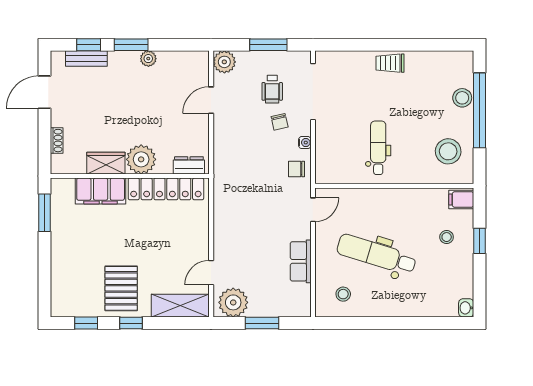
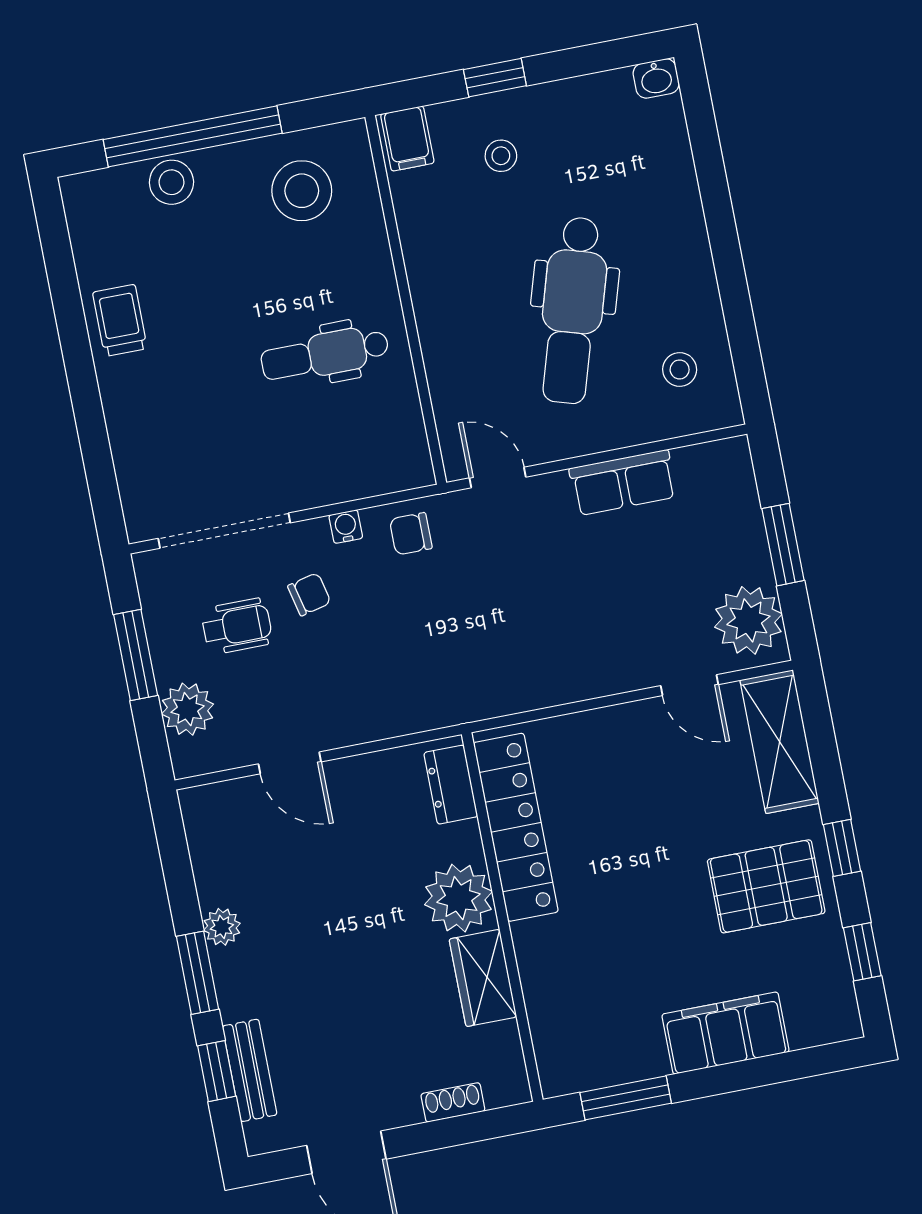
plant: (224, 62) -> (188, 709), moved
trolley: (390, 63) -> (120, 320), moved, turned 180
chair: (297, 169) -> (411, 534), turned 90
filing cabinet: (101, 191) -> (726, 1033), moved, turned -90

